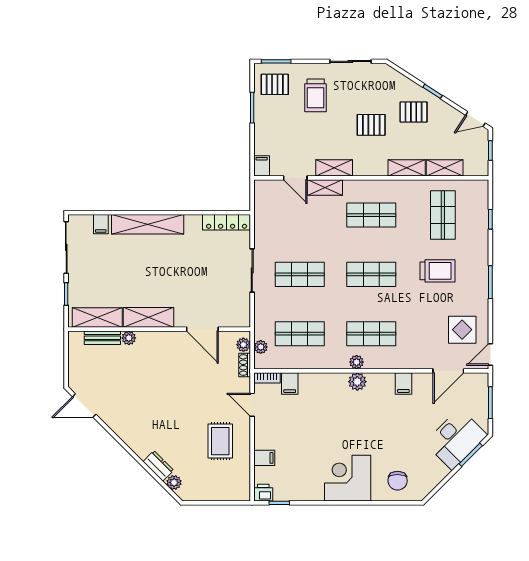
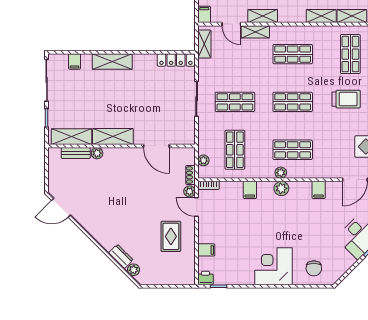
shelving: (262, 203) -> (204, 44), added
shelving: (148, 224) -> (112, 61), width x0.68
shop shelf: (300, 334) -> (235, 150), turned 90
plant: (243, 345) -> (190, 191), moved
filing cabinet: (290, 383) -> (250, 190), moved

